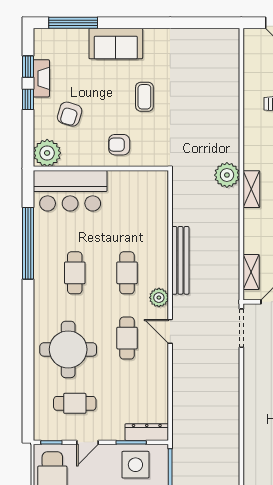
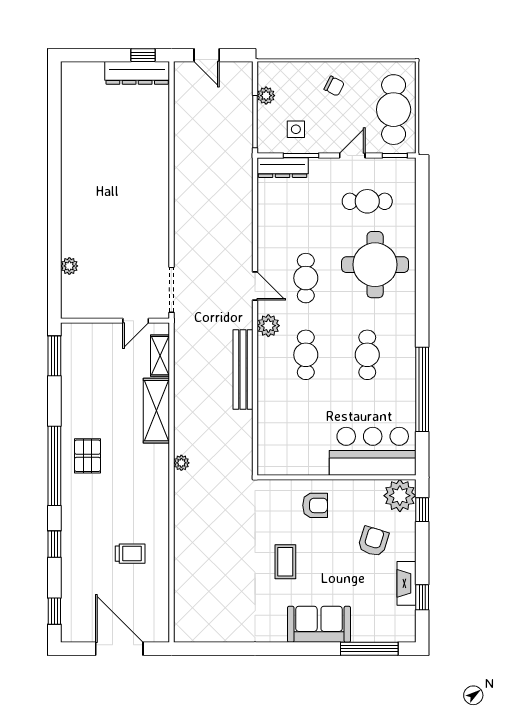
window: (28, 99) -> (422, 510), moved
plant: (227, 175) -> (181, 463), width x0.53, depth x0.53
shelving: (251, 189) -> (156, 411), moved, width x1.50, depth x1.33
side table: (135, 465) -> (296, 129), width x0.54, depth x0.54

